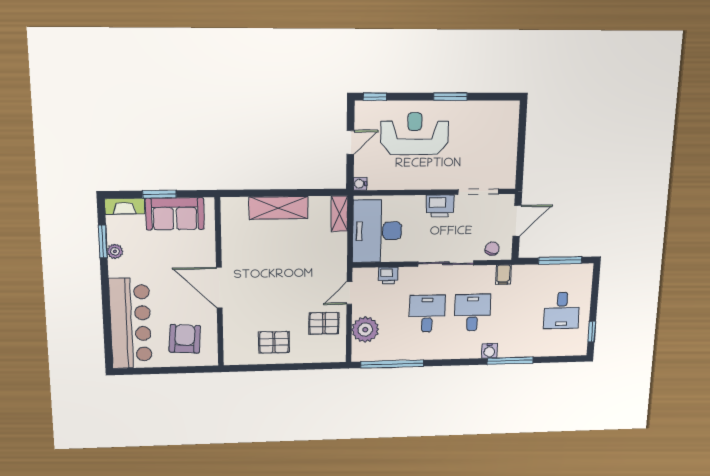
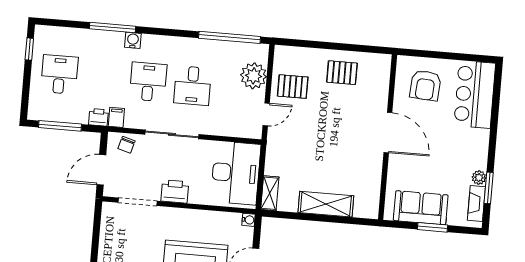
fireplace: (124, 206) -> (476, 204), moved, turned -90
printer: (388, 275) -> (98, 117), moved
desk: (472, 313) -> (148, 82), turned 180
bar counter: (131, 323) -> (475, 94), width x0.73

